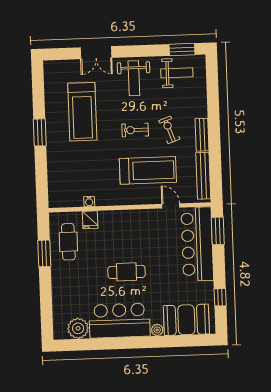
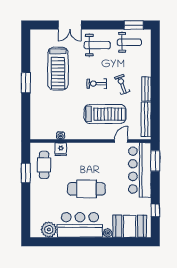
weight bench: (134, 78) -> (97, 45), turned -90
door: (171, 206) -> (121, 141), hinge flipped
cafe table: (127, 272) -> (86, 189), width x1.37, depth x1.35

